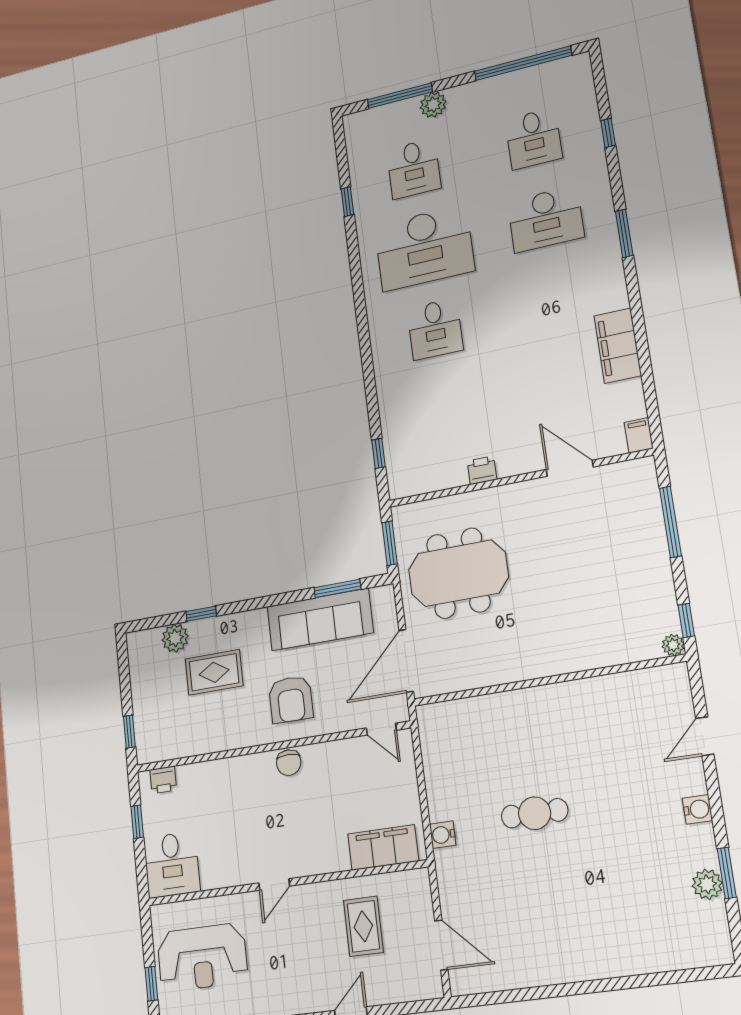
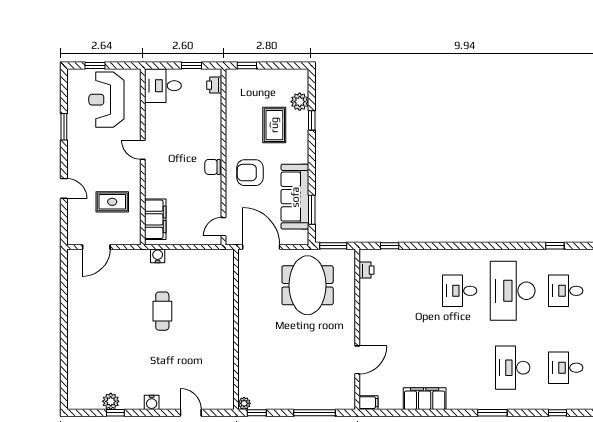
printer: (482, 470) -> (366, 270), moved
window: (727, 873) -> (115, 413), width x0.67

